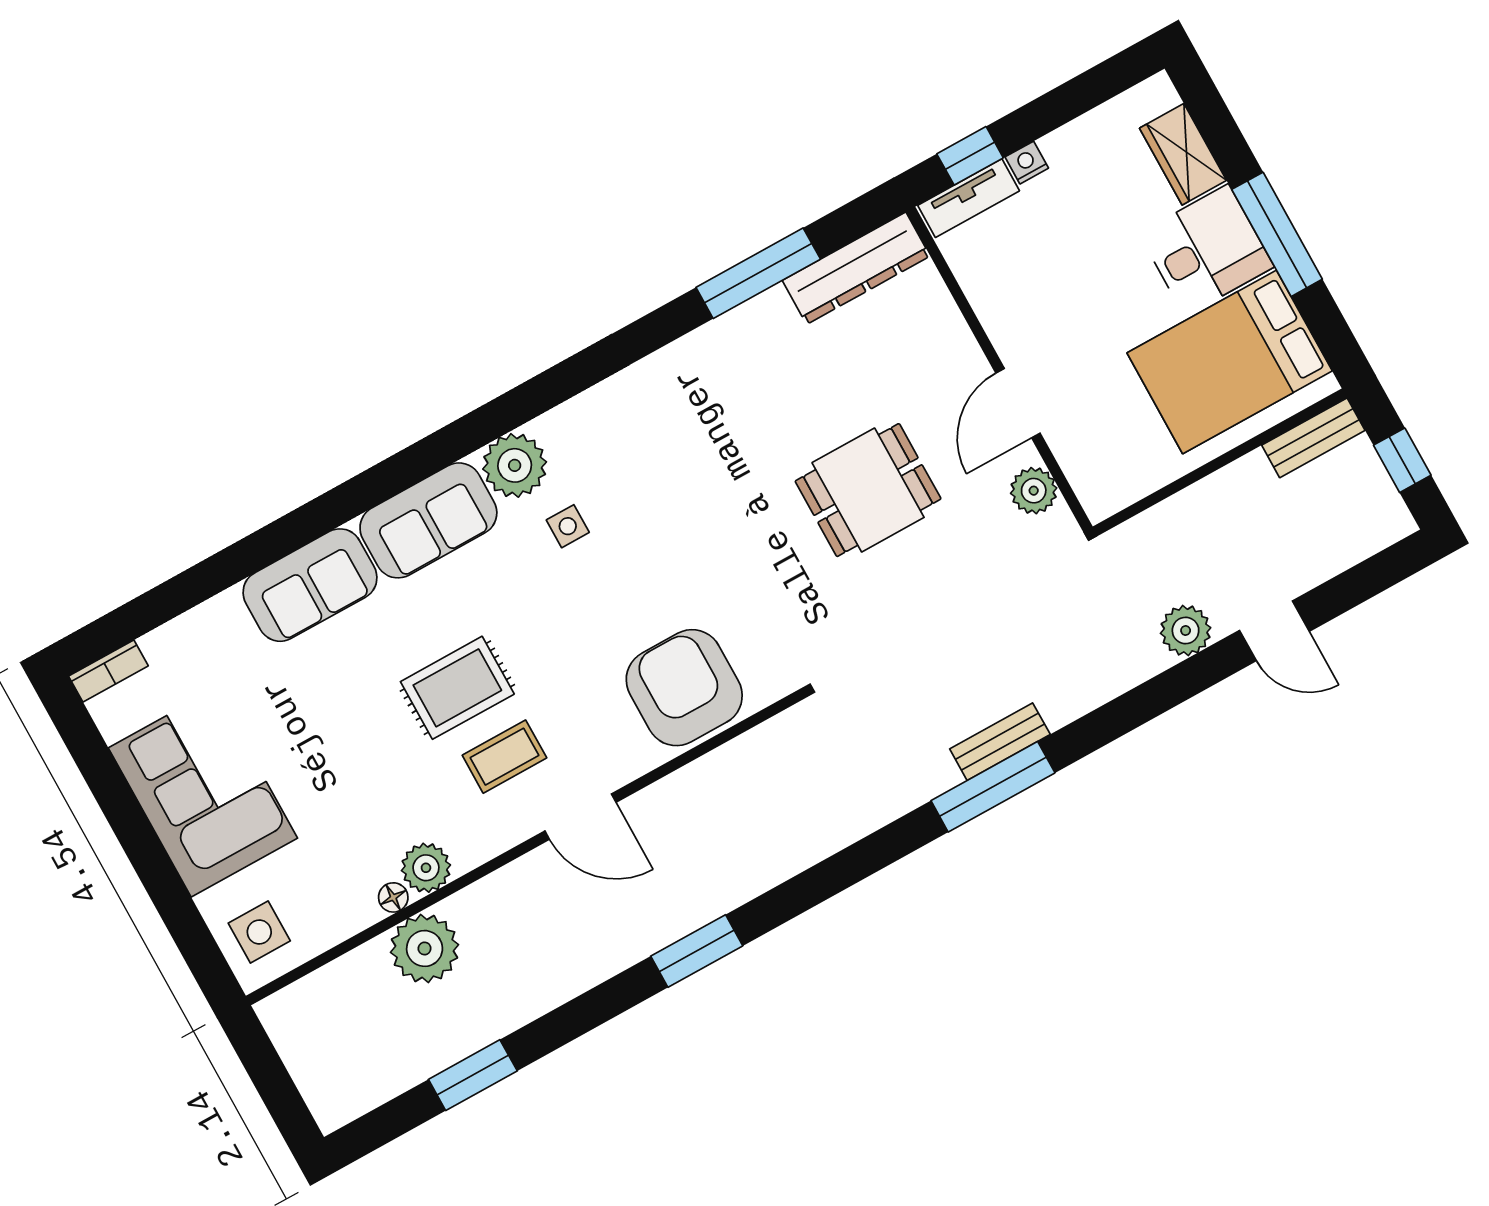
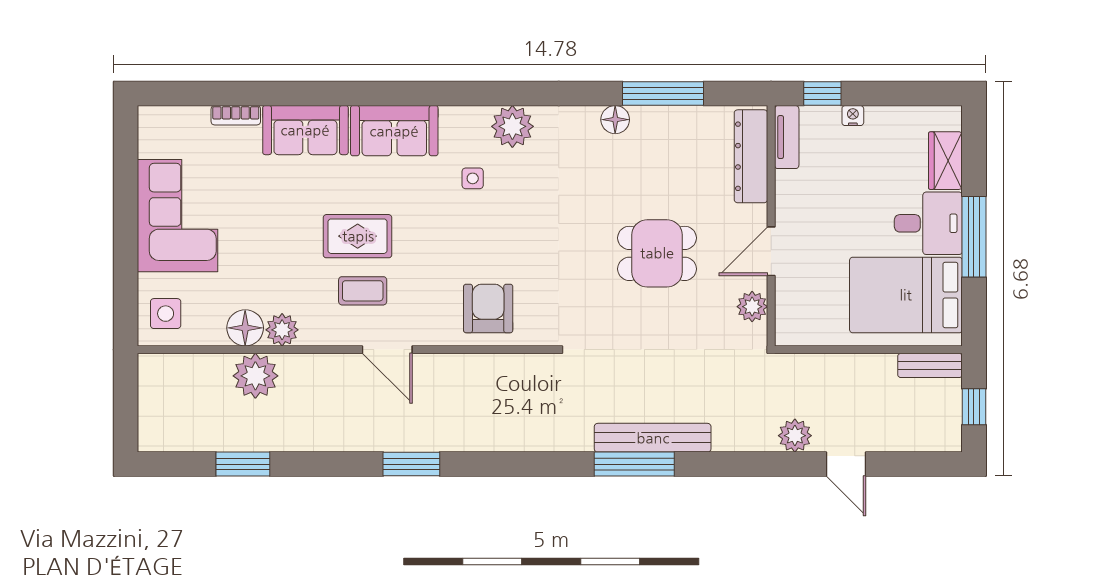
tv unit: (969, 198) -> (787, 137), moved, turned -90
dresser: (856, 268) -> (751, 156), moved, turned 90
floor lamp: (714, 343) -> (615, 120), added
plant: (515, 465) -> (512, 126), moved
bookcase: (108, 671) -> (236, 115), moved
armchair: (684, 688) -> (488, 309), width x0.73, depth x0.73
bench: (1000, 742) -> (653, 438), width x1.86, depth x1.21
floor lamp: (393, 897) -> (245, 328), width x1.89, depth x1.89

